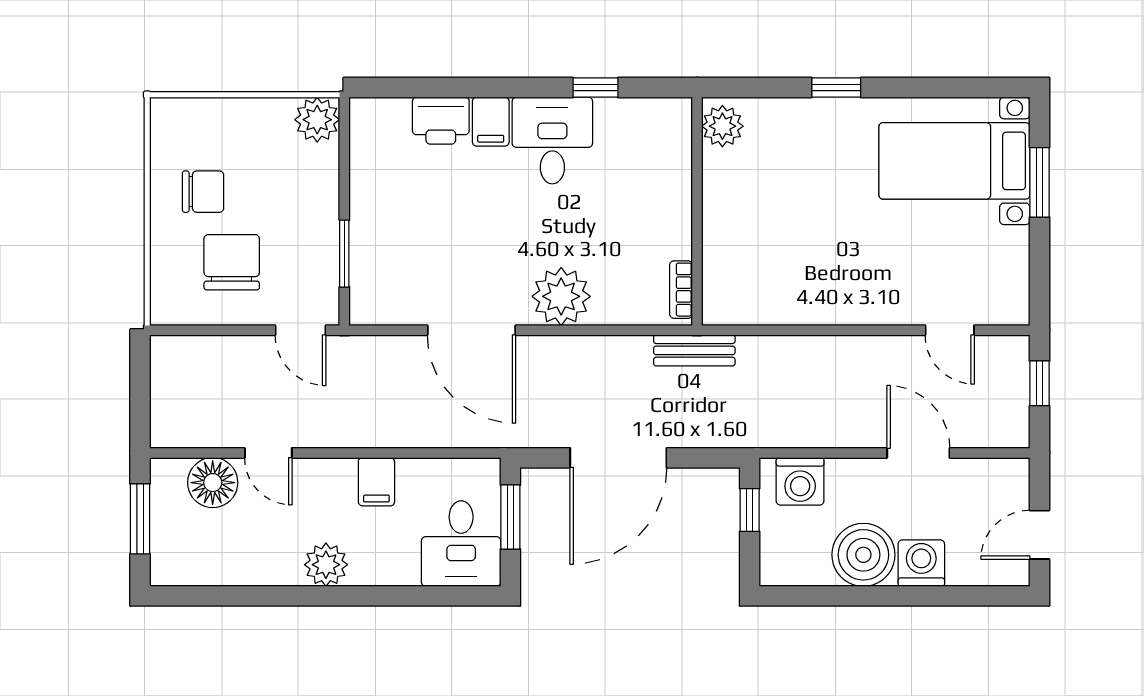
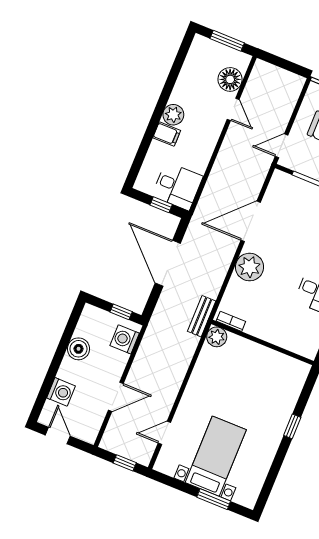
plant: (722, 126) -> (217, 337), moved
bed with nightstands: (954, 161) -> (216, 456), moved
door: (268, 453) -> (233, 109), swing flipped
filing cabinet: (376, 482) -> (167, 134), moved, turned 180
window: (510, 517) -> (161, 205), width x0.67
desk: (461, 544) -> (177, 186), moved, turned 180
boiler: (863, 555) -> (78, 349), width x0.73, depth x0.73
washing machine: (921, 563) -> (61, 392), moved

